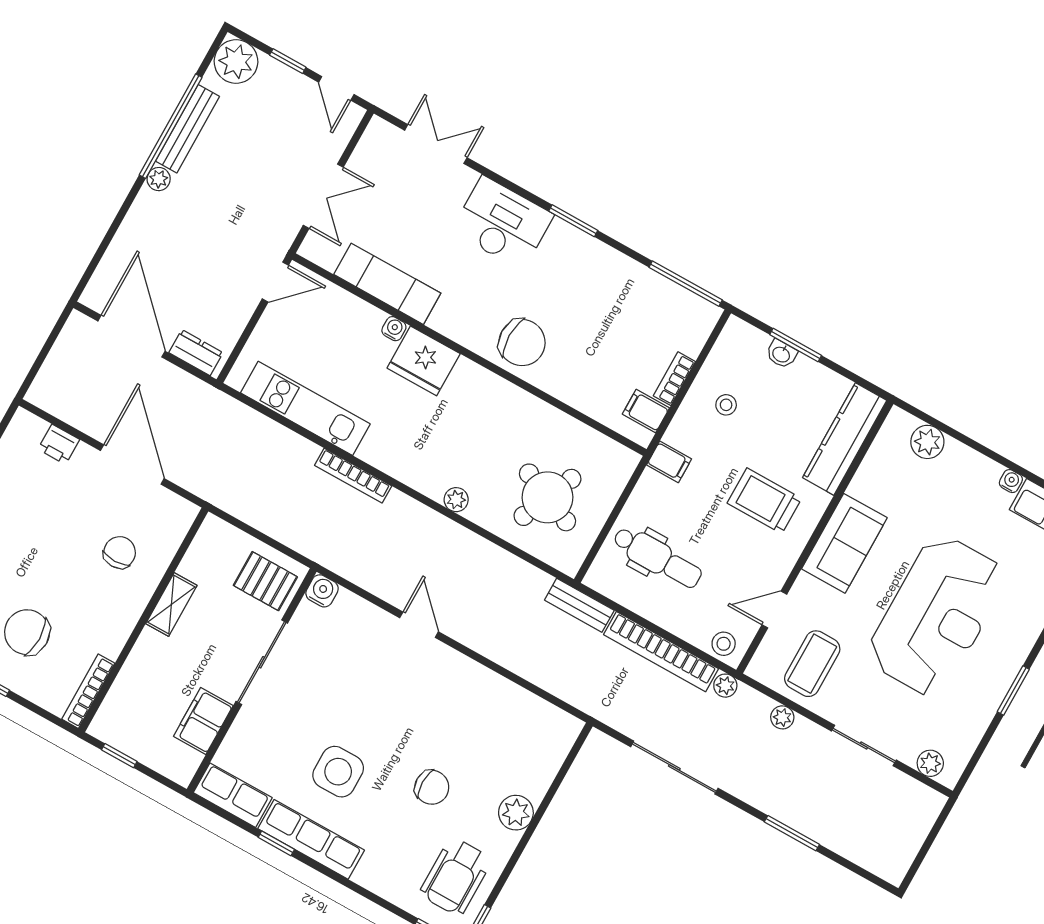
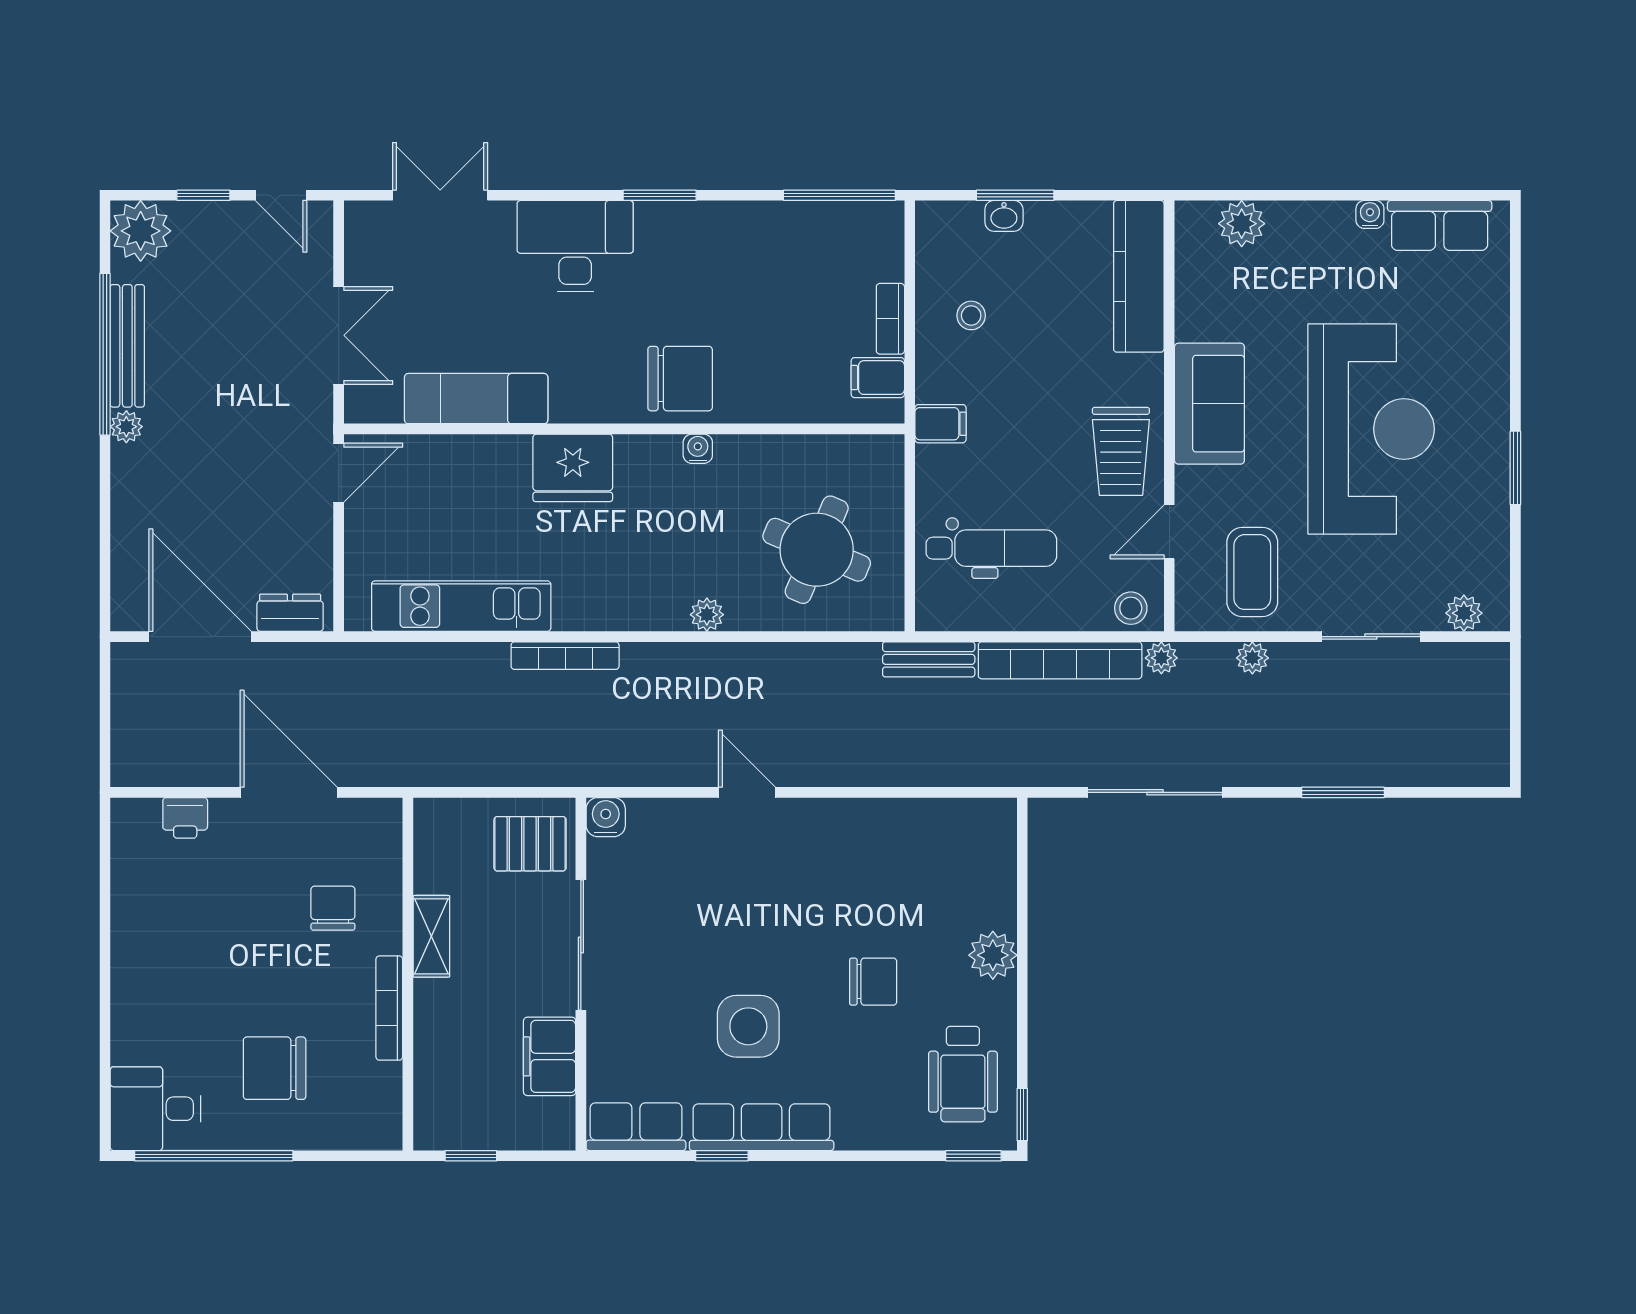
water cooler: (394, 329) -> (698, 449), moved
trolley: (764, 501) -> (1121, 451), moved, turned -90
bookcase: (88, 691) -> (389, 1008), moved

